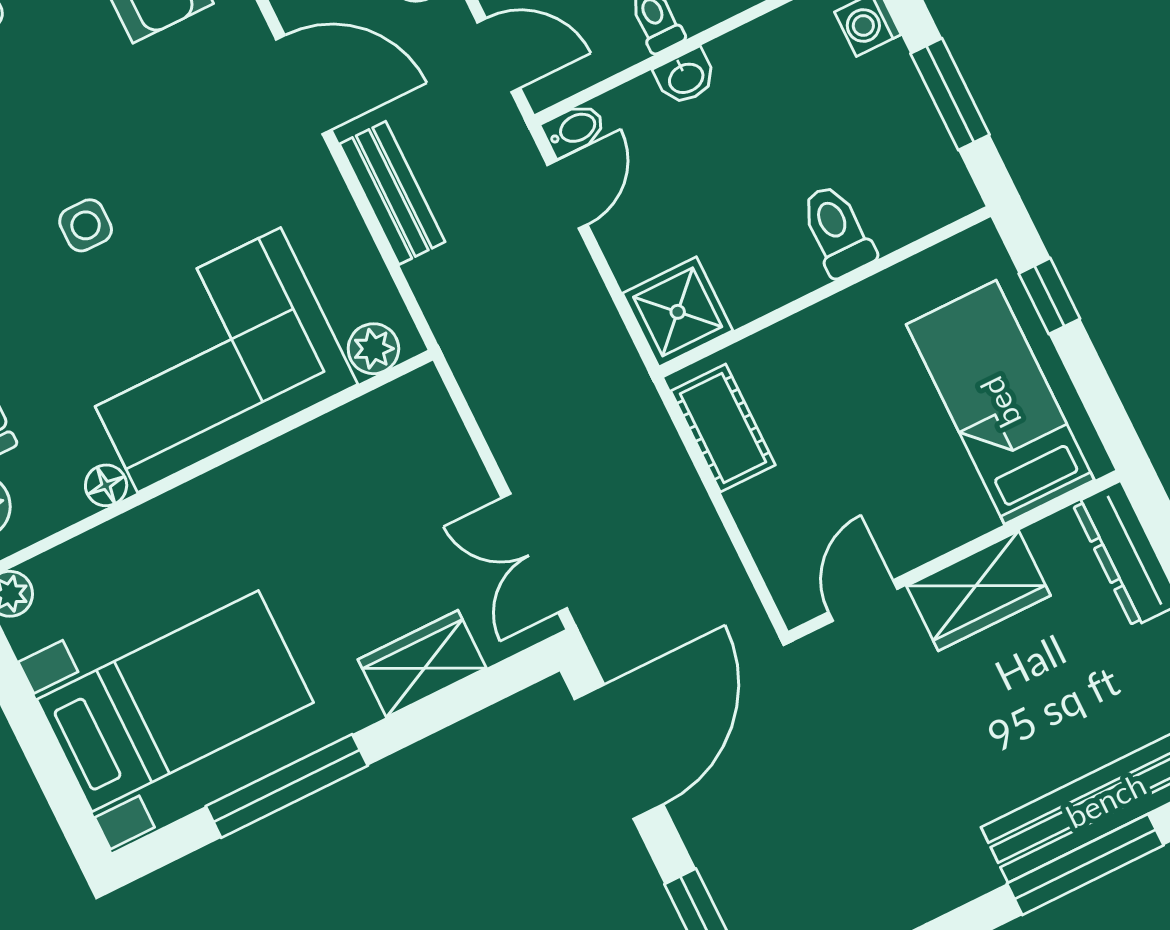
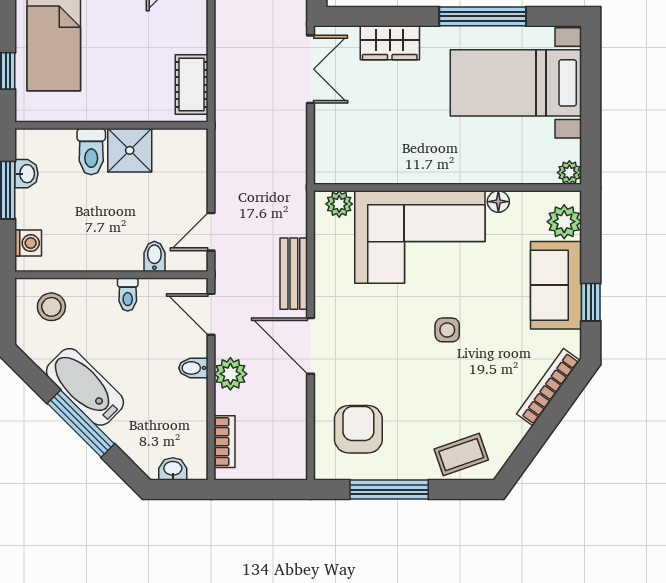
washbasin: (686, 77) -> (26, 174), moved, turned 90
bidet: (574, 130) -> (154, 256), moved, turned 90
shower: (678, 312) -> (130, 150), moved

